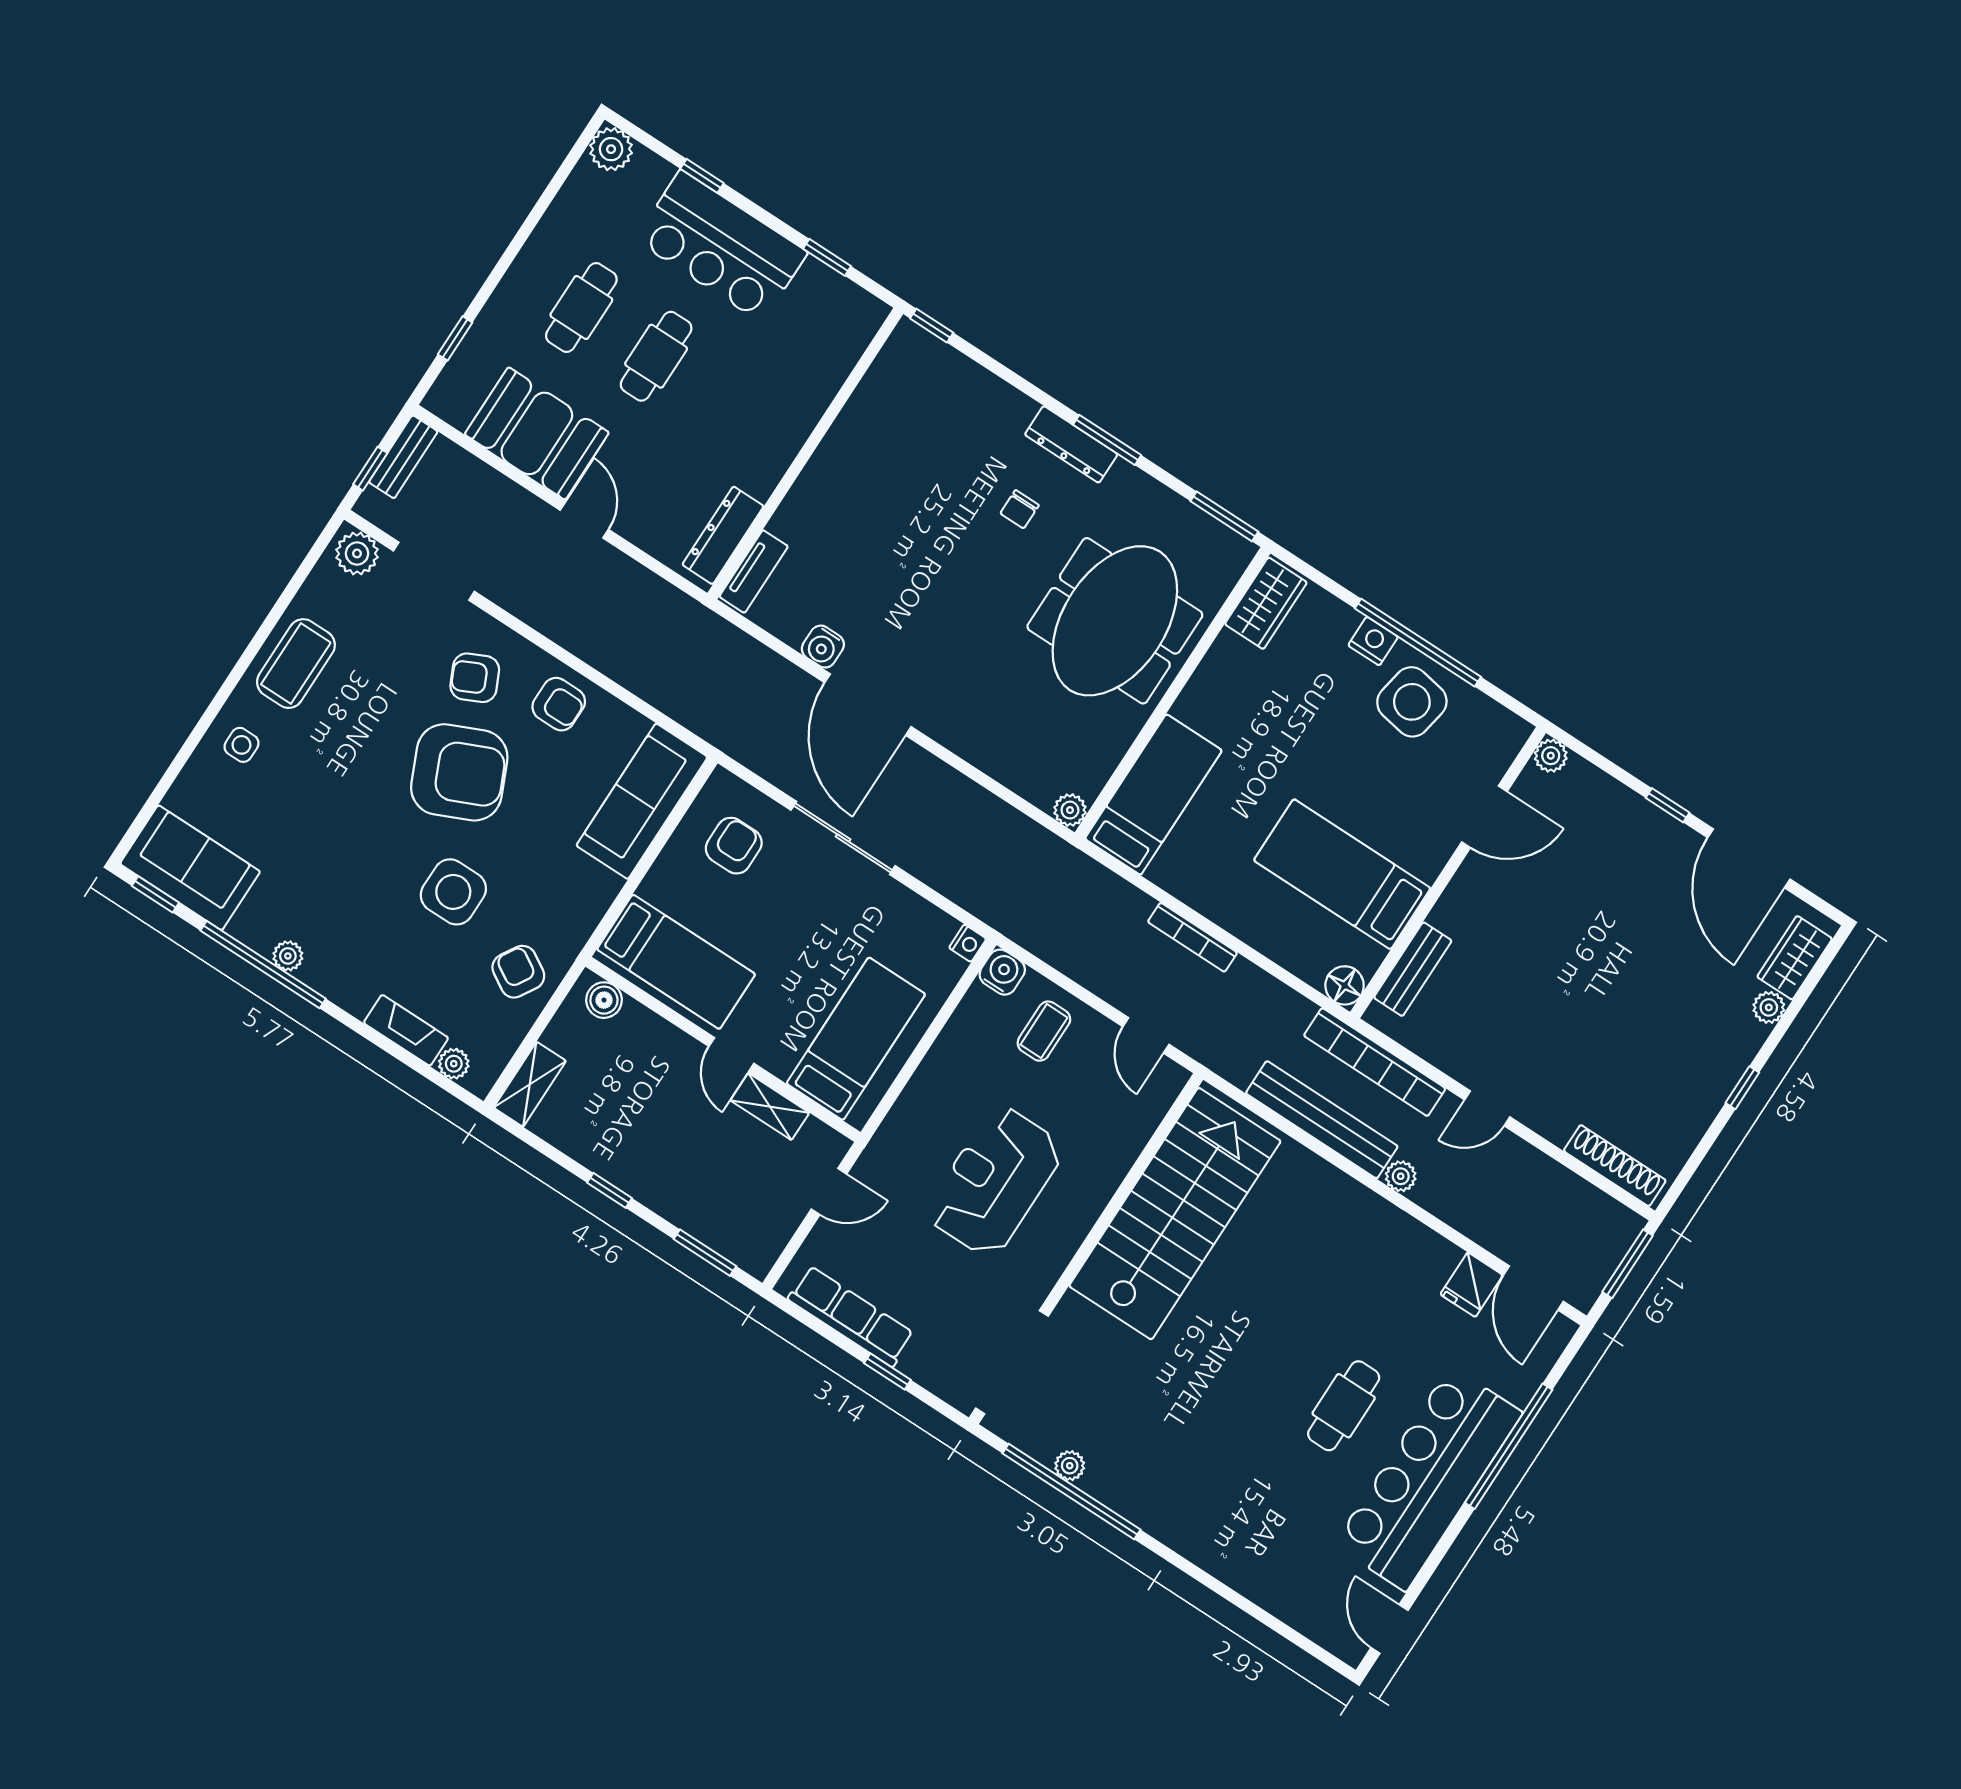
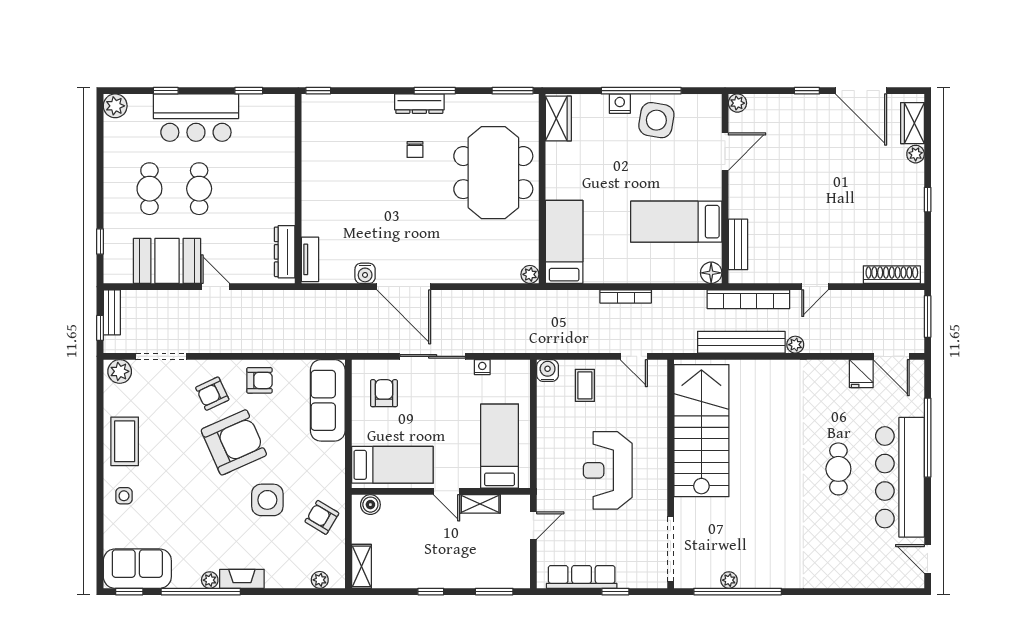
nightstand: (968, 943) -> (482, 367), moved, turned -90
fireplace: (406, 1030) -> (242, 579), moved

